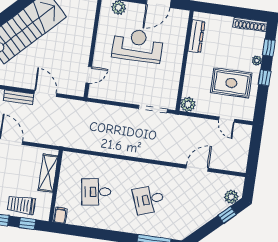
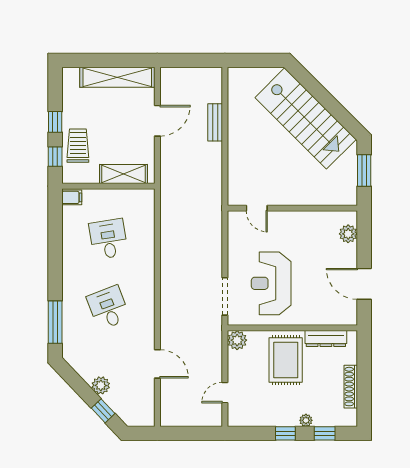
shoe rack: (250, 25) -> (351, 387), moved
reception desk: (138, 45) -> (271, 283), moved, turned 180
rug: (231, 83) -> (286, 360), moved
door: (45, 93) -> (225, 156), removed
plant: (231, 197) -> (101, 385), moved

